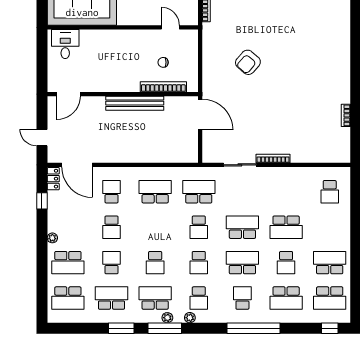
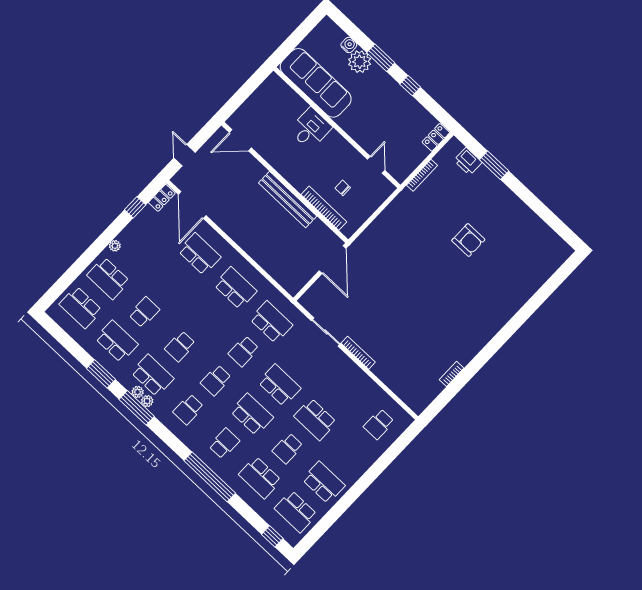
desk: (65, 44) -> (311, 129), moved
armchair: (248, 62) -> (468, 240), moved, turned -131
school desk: (111, 192) -> (199, 254), width x1.85
school desk: (111, 227) -> (172, 283), removed
plant: (190, 318) -> (138, 392), moved

